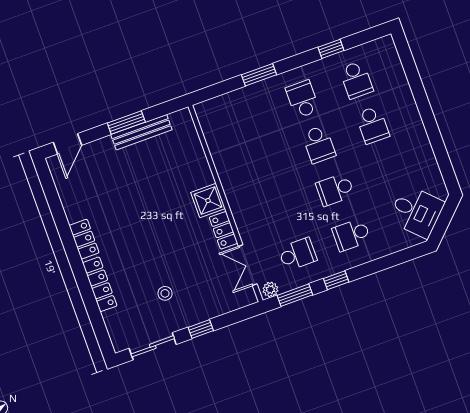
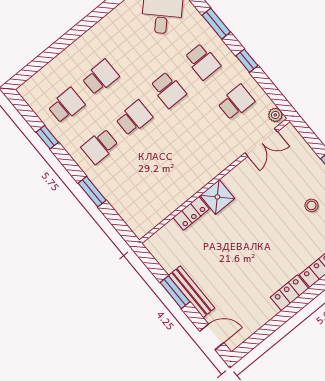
bench: (141, 132) -> (192, 292), moved
locker: (223, 230) -> (191, 213), moved
school desk: (298, 254) -> (236, 102), turned 90
window: (295, 295) -> (216, 24), moved

